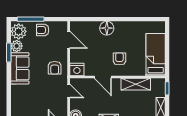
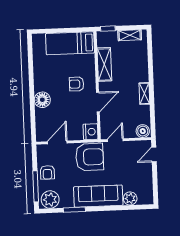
plant: (17, 46) -> (130, 198), moved
sofa: (20, 68) -> (98, 196), width x1.36
armchair: (55, 68) -> (90, 157), width x1.88, depth x1.88

